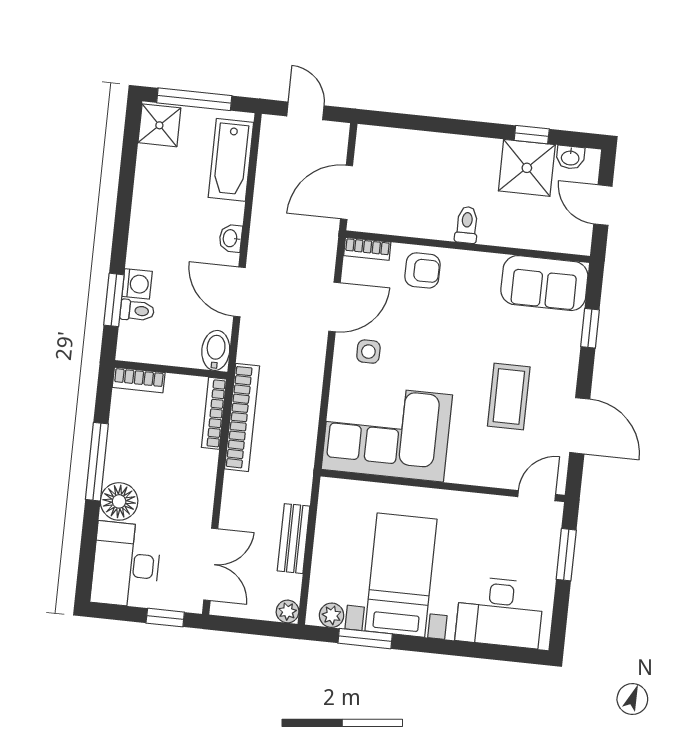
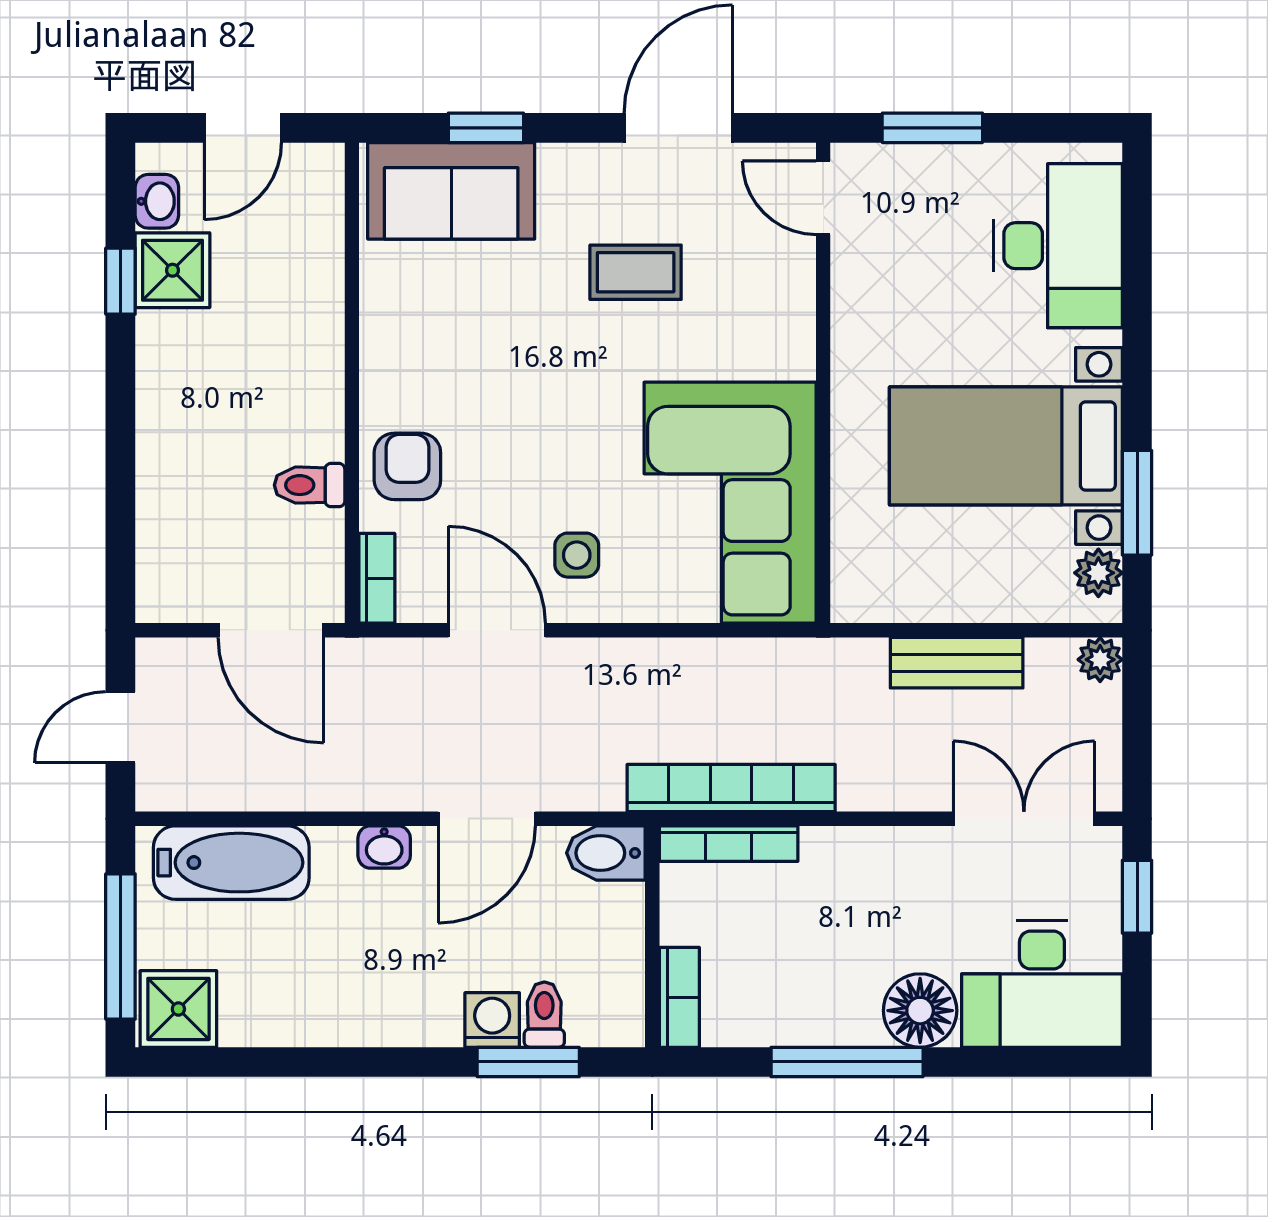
shower: (527, 168) -> (172, 270), width x0.73, depth x0.73
toilet: (467, 225) -> (310, 485), moved
sofa: (544, 283) -> (451, 191), moved, turned 90
coffee table: (509, 396) -> (636, 272), width x0.73, depth x0.77

